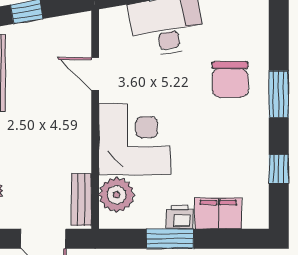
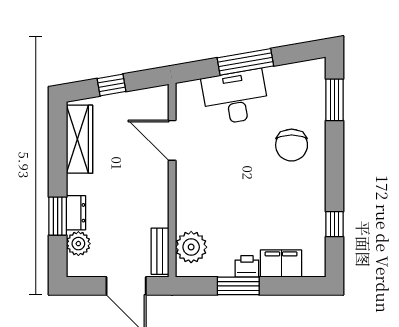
door: (95, 74) -> (172, 140), width x1.37
window: (279, 94) -> (335, 100), moved
corner desk: (134, 139) -> (207, 198), removed

